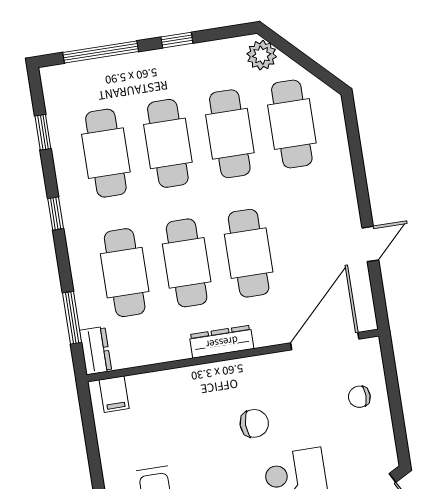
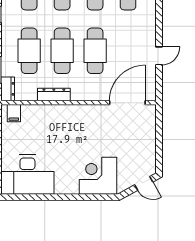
dresser: (222, 342) -> (54, 95), moved
chair: (359, 397) -> (141, 134), removed
chair: (254, 423) -> (84, 140), removed

